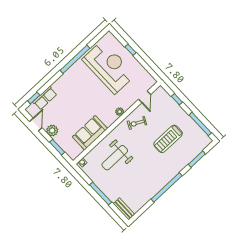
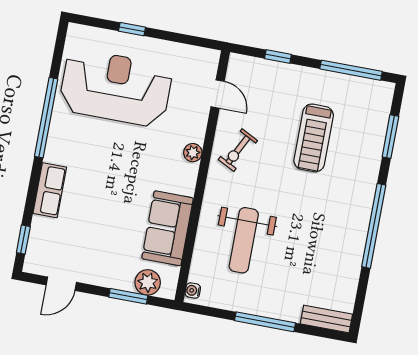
row of seats: (45, 98) -> (50, 190), moved
door: (36, 125) -> (61, 284), swing flipped
plant: (52, 131) -> (148, 282), moved

